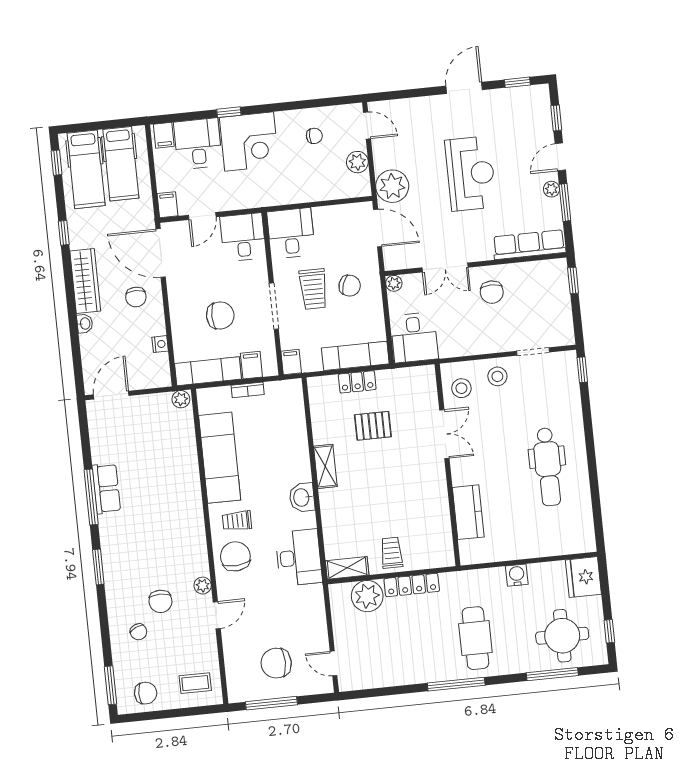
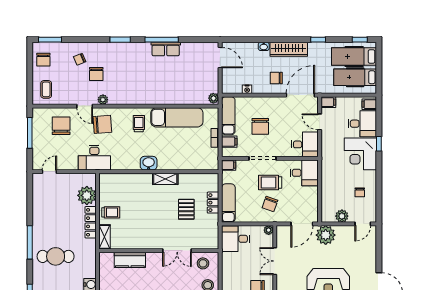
chair: (235, 556) -> (102, 124), moved
desk: (299, 558) -> (94, 158), moved
shelving: (347, 568) -> (104, 237), moved
chair: (160, 601) -> (96, 74), turned -90
chair: (276, 663) -> (61, 126), moved

